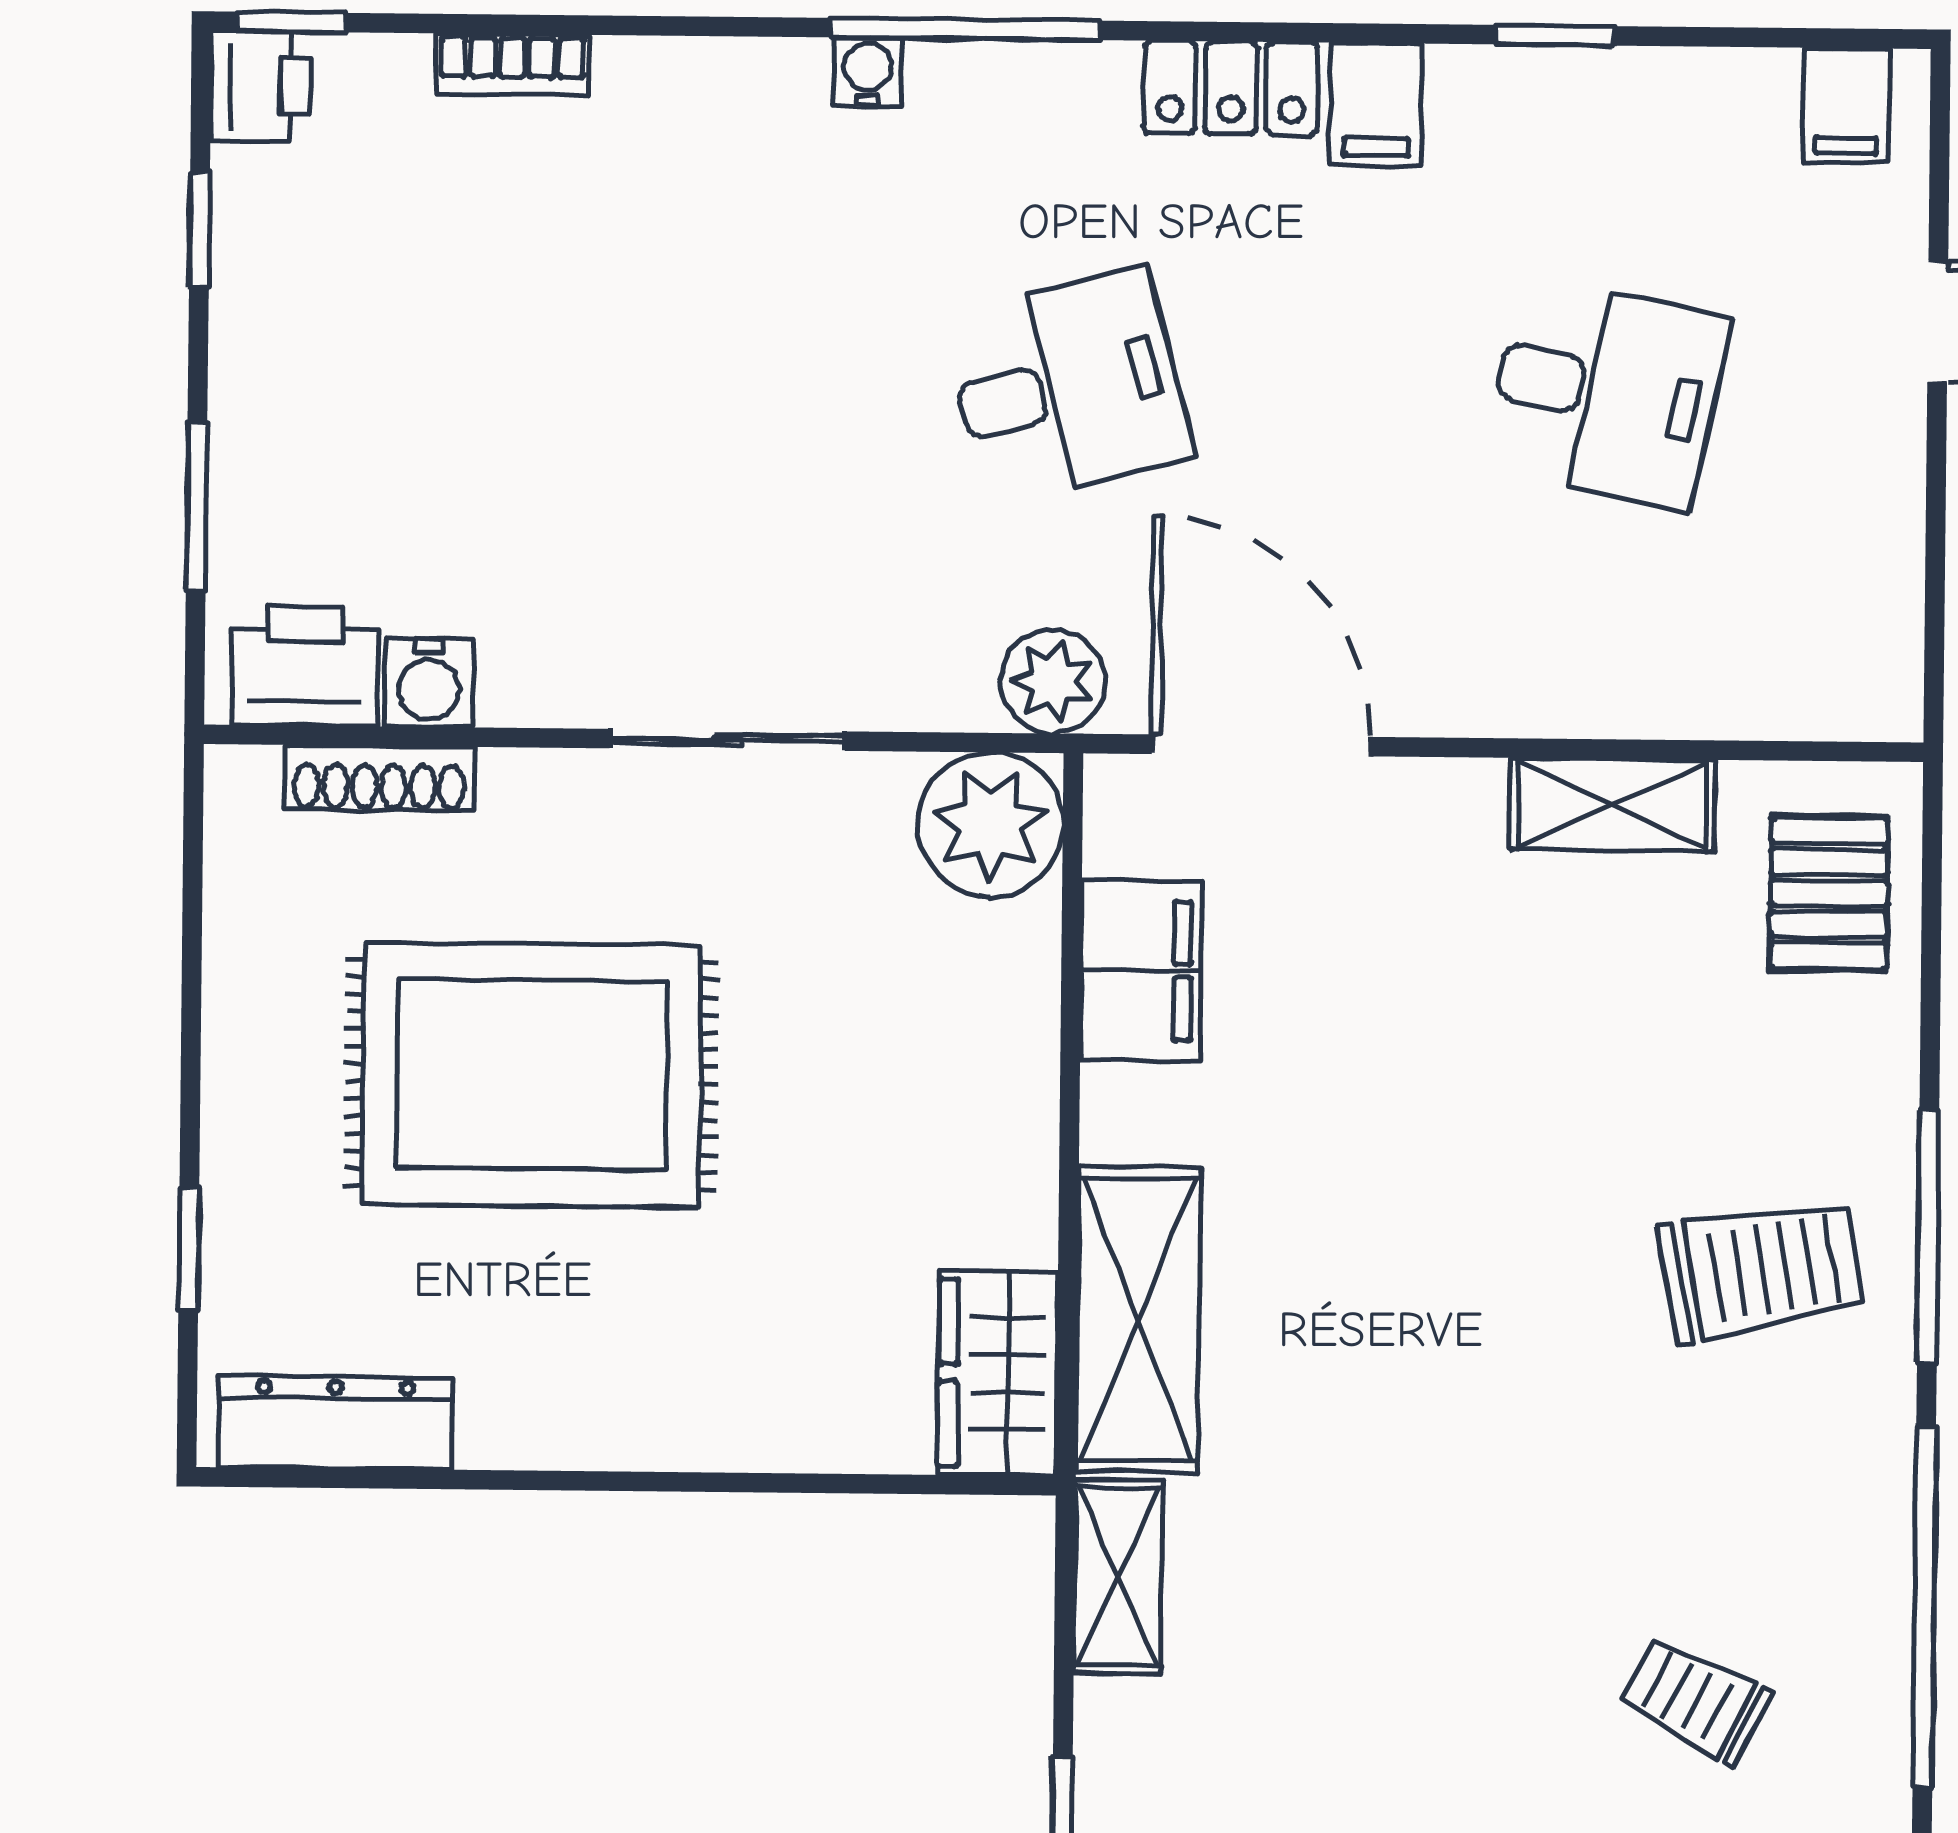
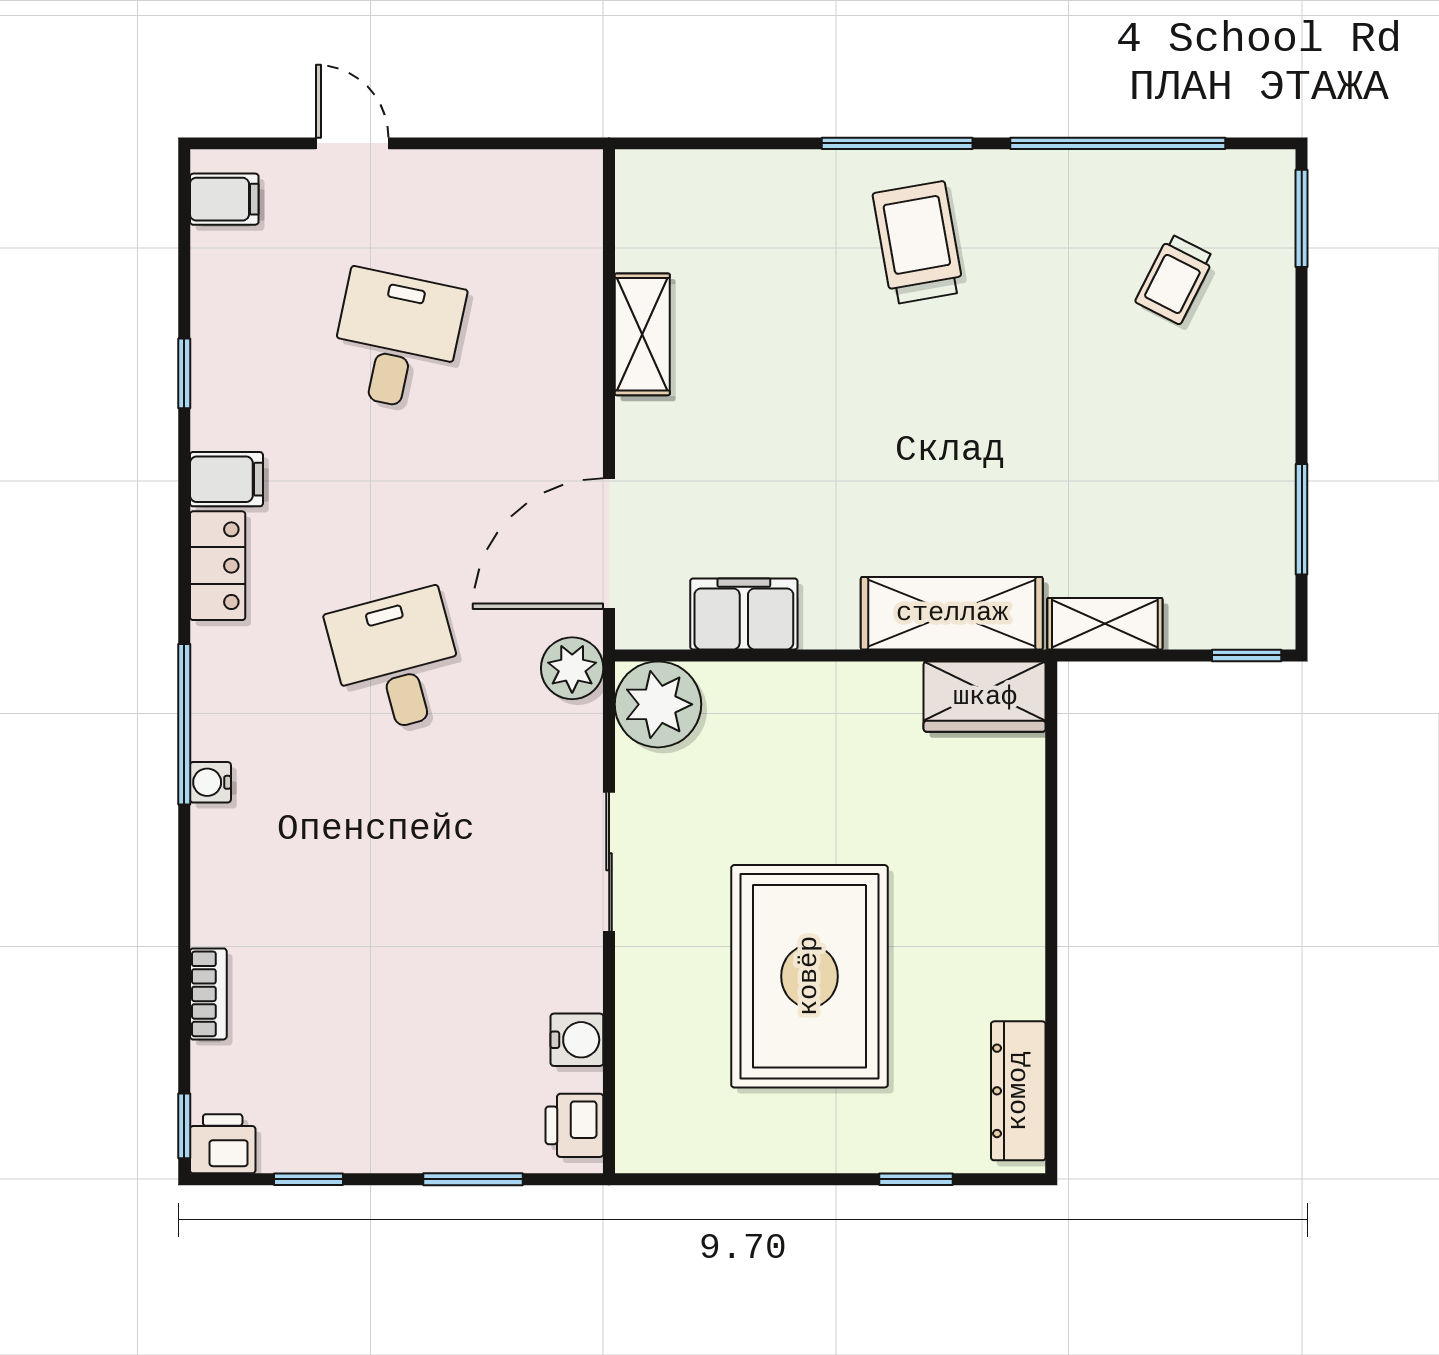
printer: (305, 666) -> (574, 1125), width x0.73, depth x0.81
shoe rack: (379, 778) -> (634, 1069), removed
pallet: (1829, 893) -> (694, 205), removed

